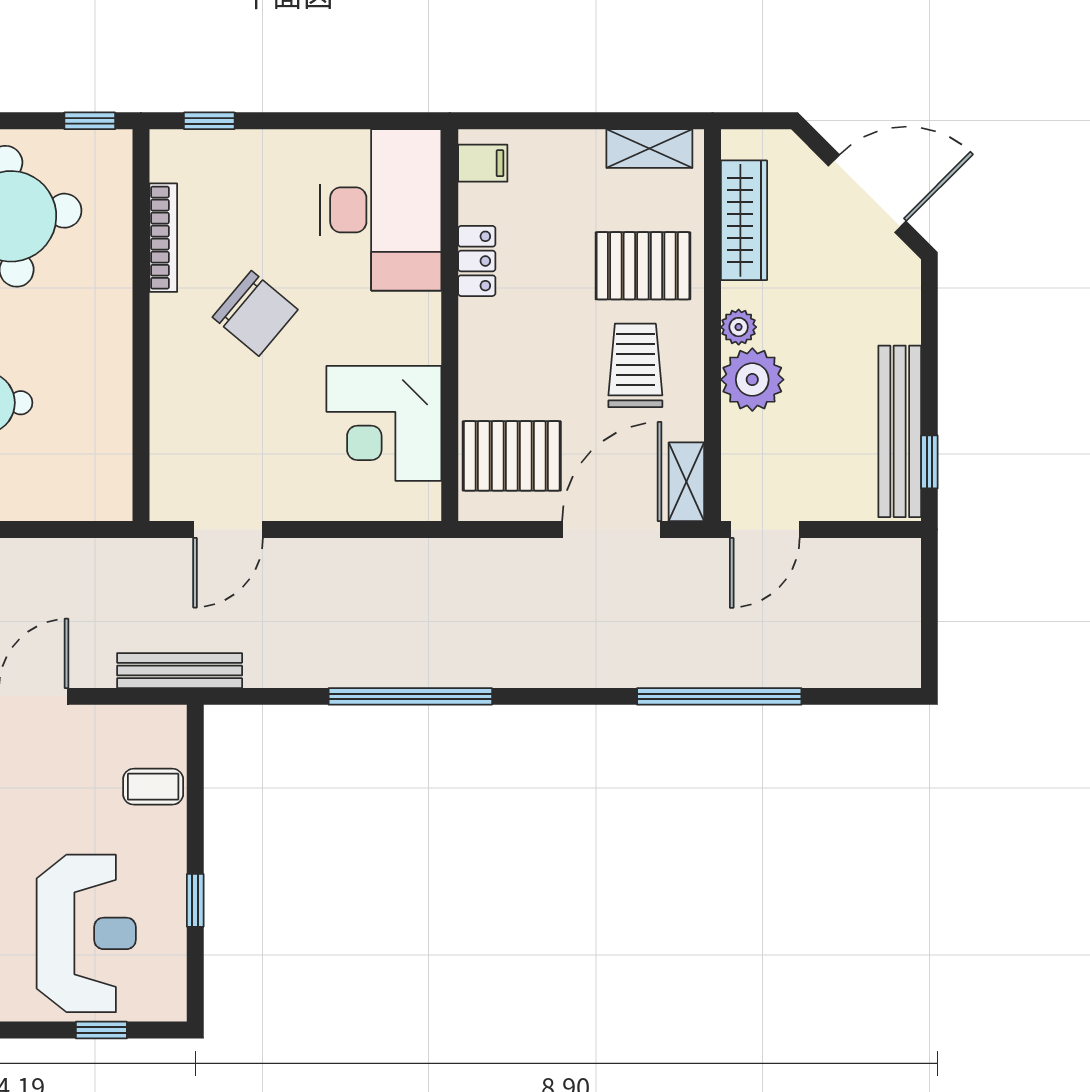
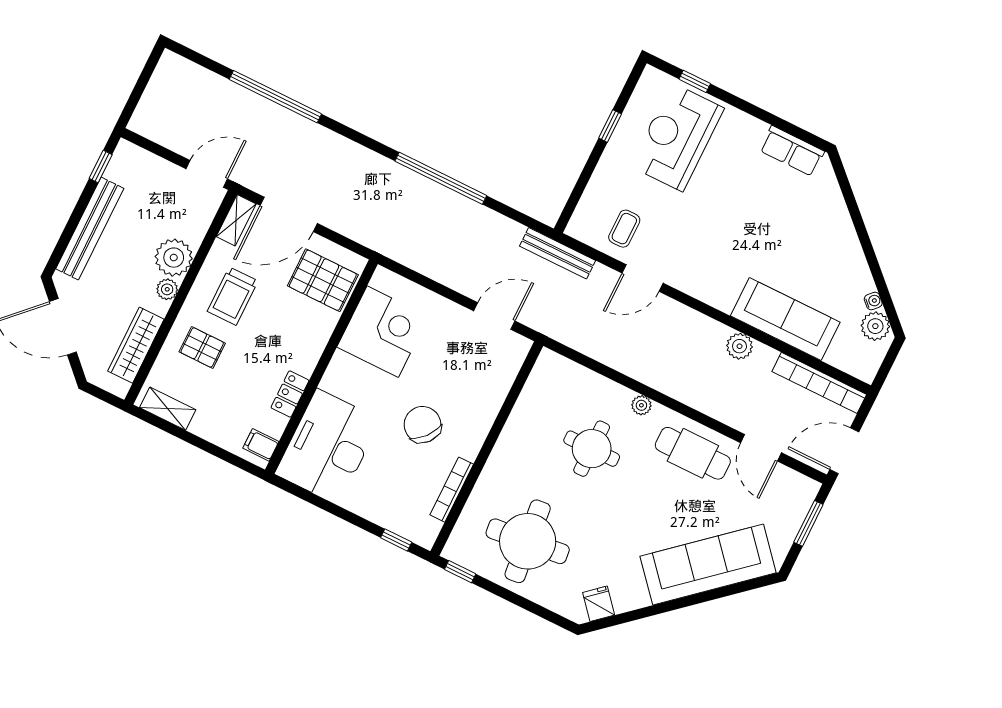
pallet: (643, 266) -> (202, 347), width x0.67, depth x0.71
bench: (900, 431) -> (90, 229), moved
coffee table: (153, 787) -> (624, 229), moved, turned 90

